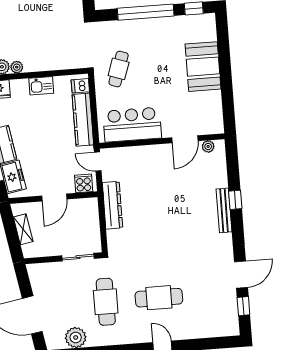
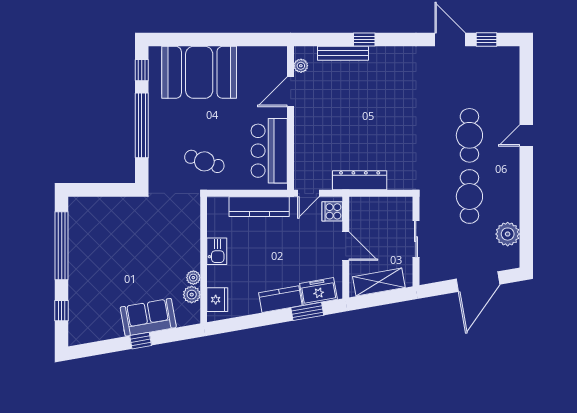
booth: (203, 67) -> (199, 72), width x1.36, depth x1.42
dishwasher: (80, 86) -> (220, 207), removed
door: (185, 139) -> (291, 92), swing flipped
bench: (224, 210) -> (343, 53), moved
shelving: (23, 229) -> (379, 282), width x1.50, depth x1.33
sliding door: (78, 257) -> (416, 239), moved
cafe table: (106, 302) -> (469, 197), turned 90

